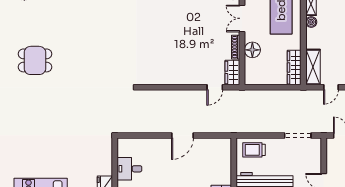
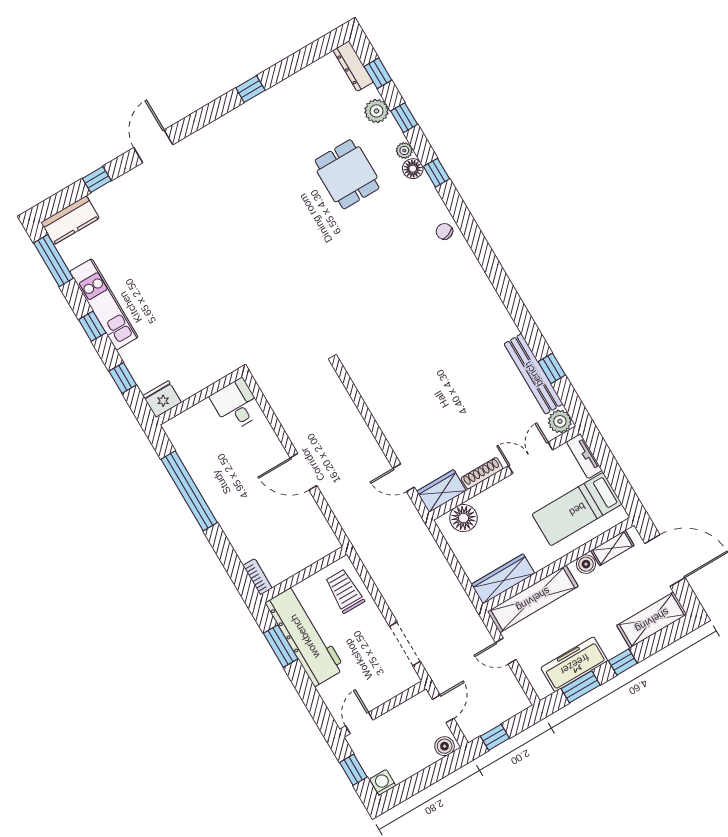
floor lamp: (252, 50) -> (464, 518), moved
dining table: (35, 60) -> (347, 174), moved
shelving: (313, 67) -> (533, 599), width x1.47
desk: (129, 169) -> (236, 405), moved

